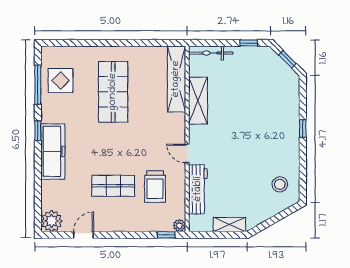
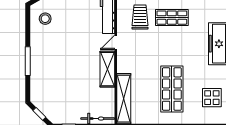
shelving: (198, 101) -> (107, 69), moved
window: (303, 129) -> (28, 61), width x2.17
door: (187, 153) -> (116, 42), swing flipped

